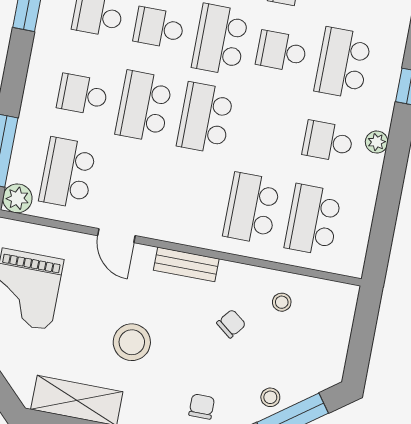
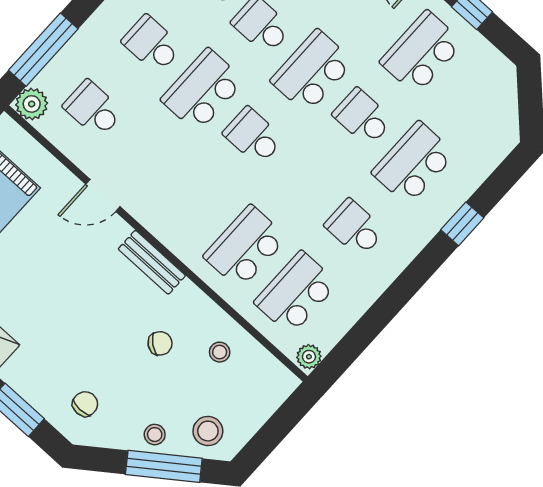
school desk: (205, 118) -> (253, 136), width x0.54
plant: (377, 142) -> (309, 357), moved
school desk: (68, 173) -> (93, 109), width x0.54
door: (116, 236) -> (103, 195), hinge flipped
stool: (132, 342) -> (208, 431), moved, width x0.73, depth x0.73

